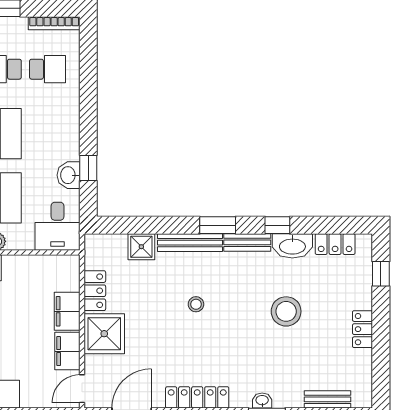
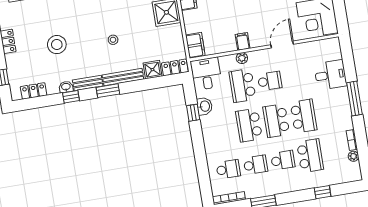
school desk: (48, 69) -> (228, 169), turned 180
washbasin: (292, 246) -> (66, 87), width x0.52, depth x0.69
locker: (95, 291) -> (175, 67), moved, turned 90
filing cabinet: (67, 311) -> (195, 45), moved

